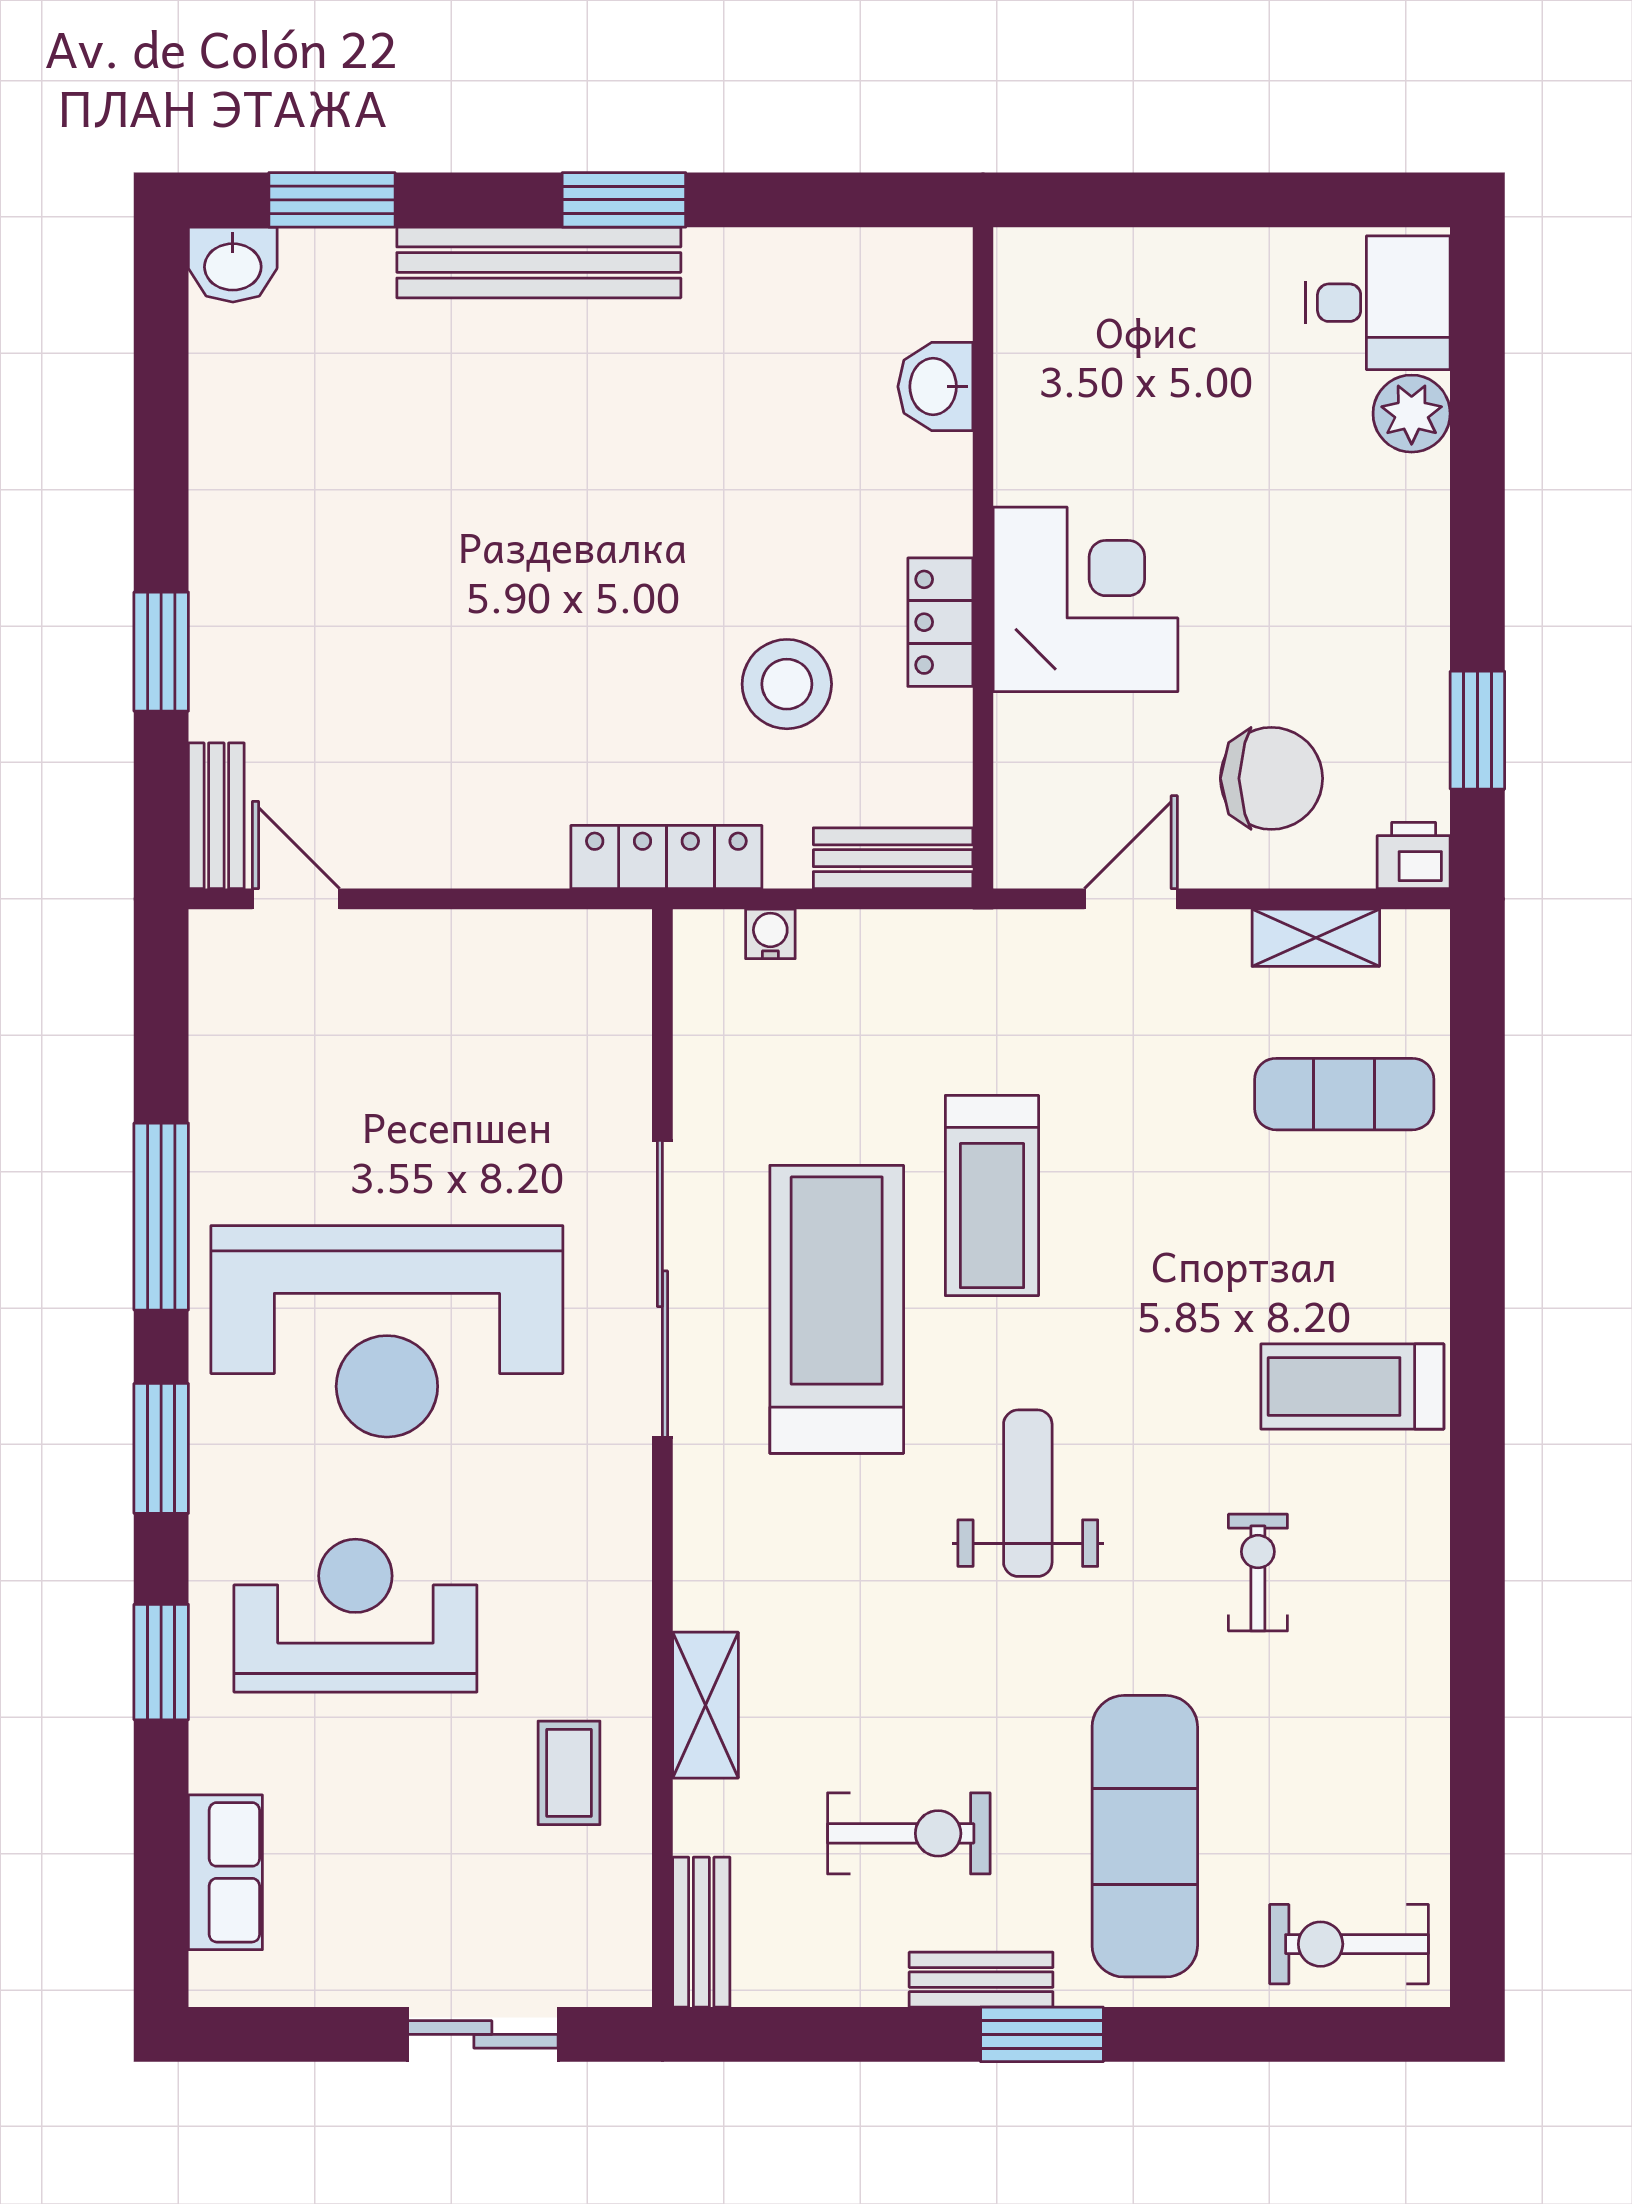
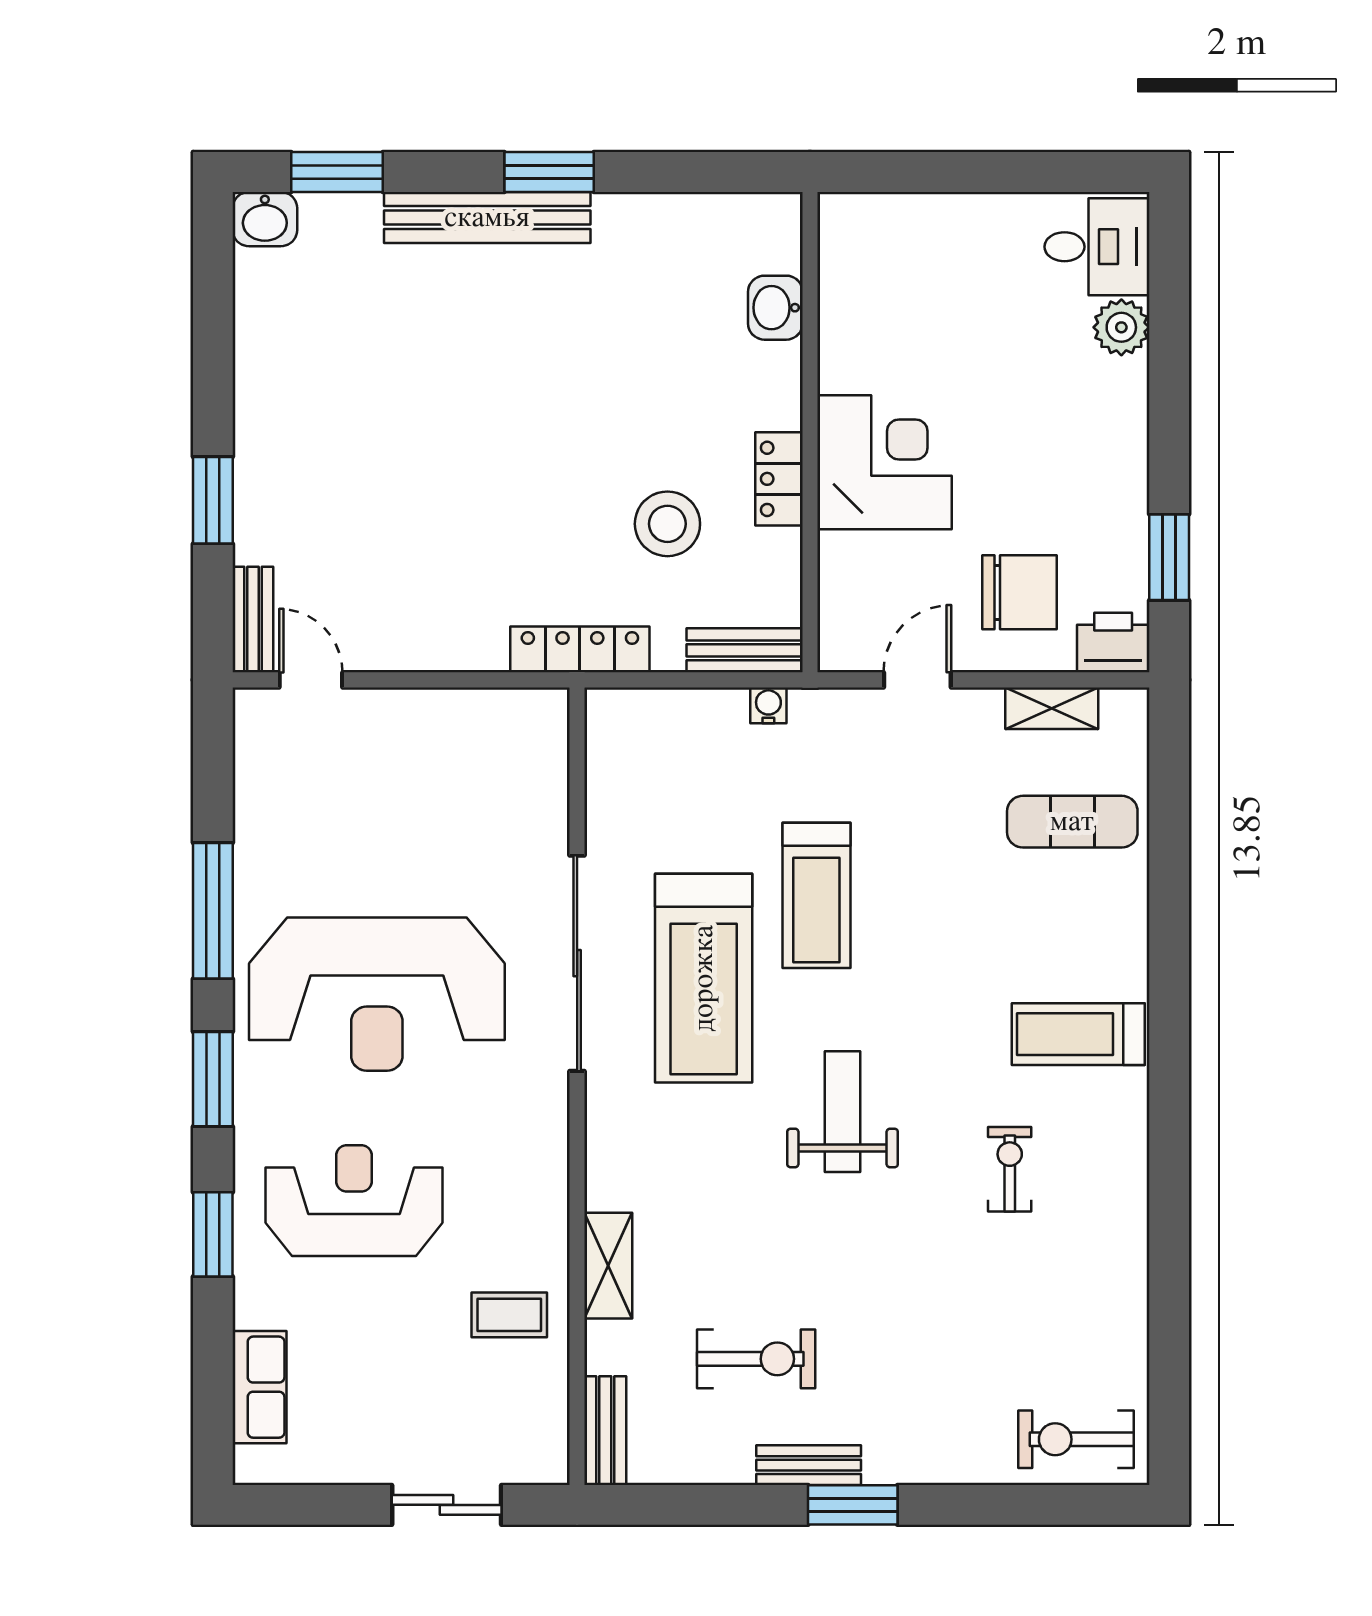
printer: (1414, 855) -> (1113, 643), width x1.36, depth x1.24
water cooler: (770, 934) -> (768, 705), moved
treadmill: (837, 1309) -> (704, 978), turned 180
coffee table: (569, 1773) -> (509, 1315), turned 90
exercise mat: (1145, 1836) -> (927, 1361), removed

